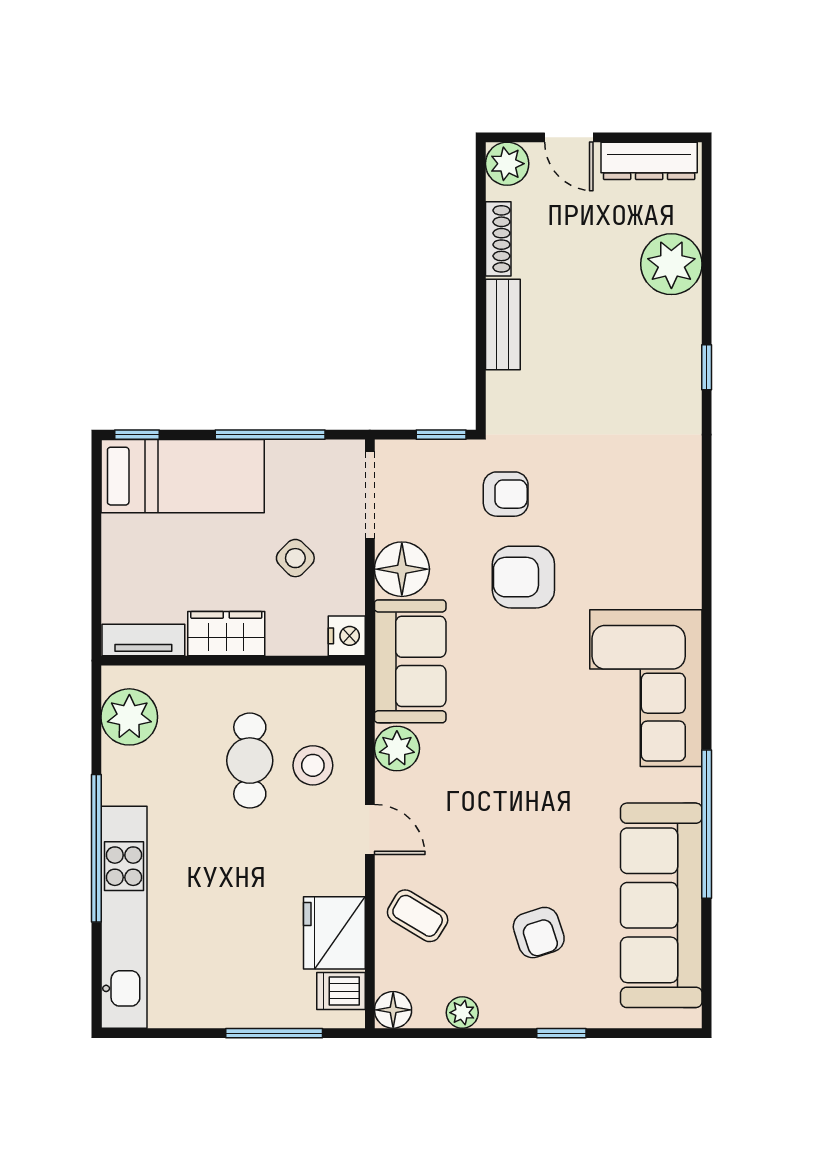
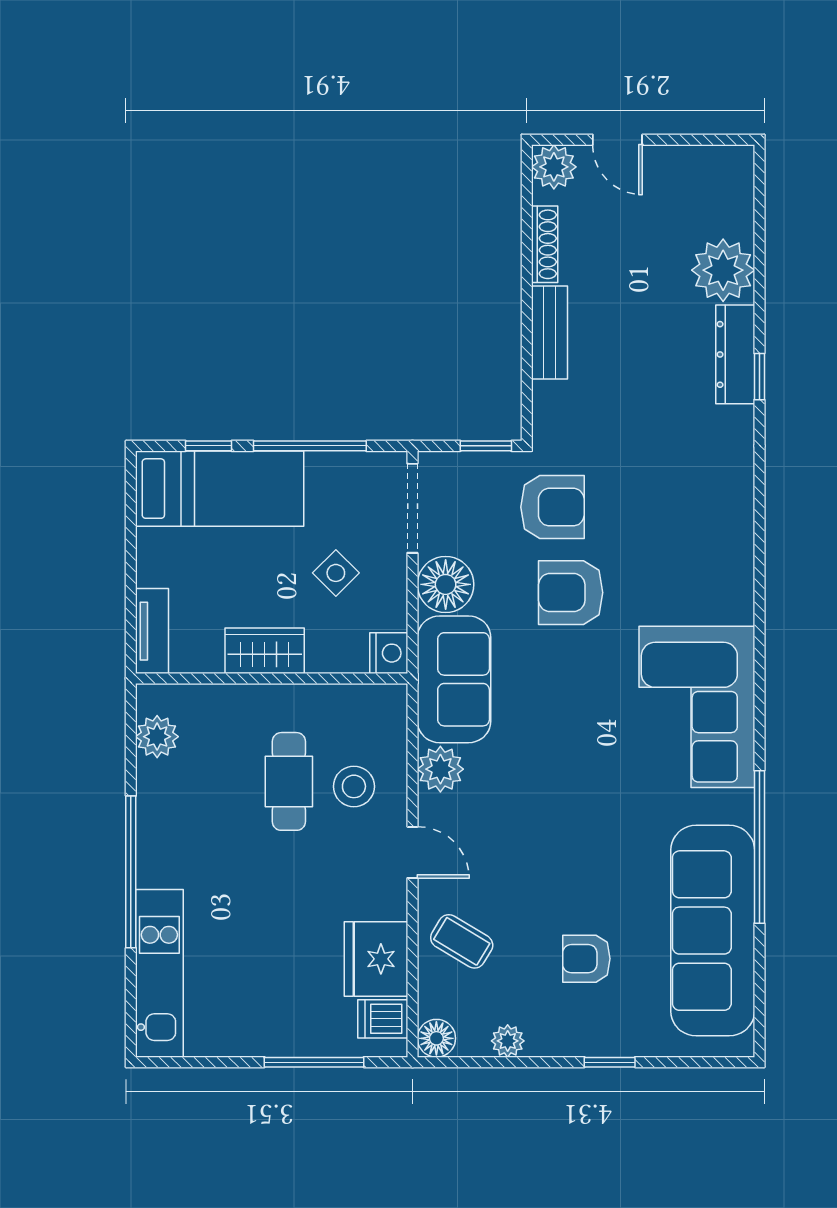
dresser: (649, 161) -> (735, 354), moved, turned 90
window: (137, 435) -> (209, 446), moved
armchair: (506, 494) -> (552, 507), width x1.38, depth x1.38
tv unit: (143, 640) -> (152, 631), moved, turned 90
plant: (129, 717) -> (157, 737), width x0.73, depth x0.73
kitchen unit: (124, 917) -> (159, 973), width x0.73
armchair: (539, 933) -> (586, 959), turned 108

